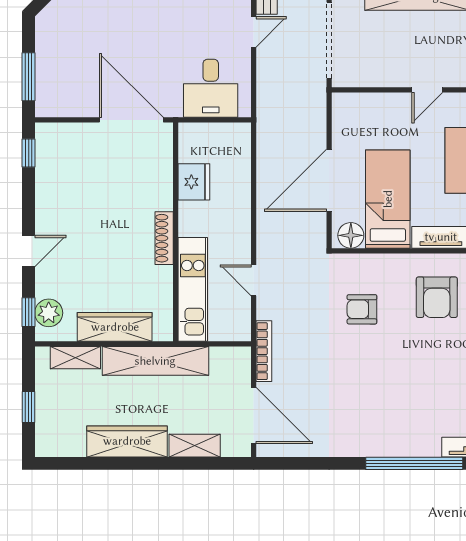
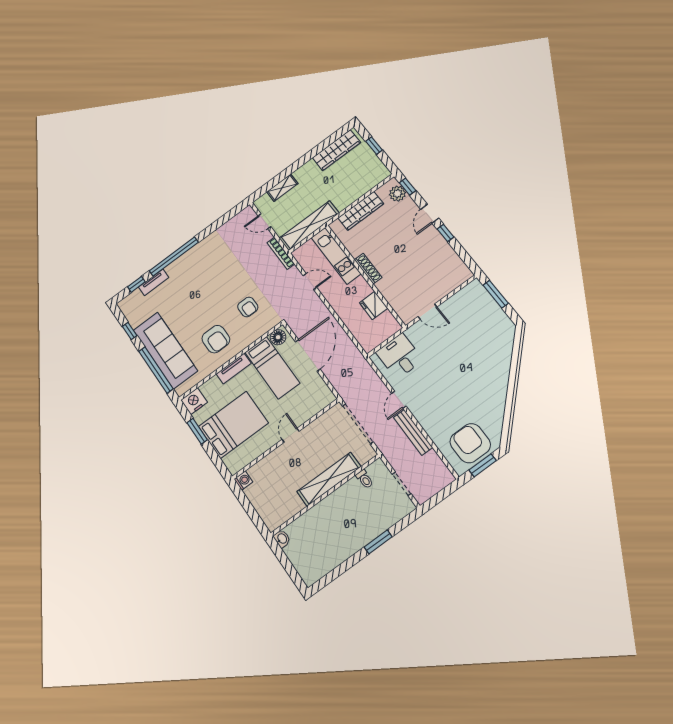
door: (131, 120) -> (427, 312), width x0.53
window: (29, 153) -> (446, 233), moved
armchair: (437, 297) -> (216, 339), turned 180
armchair: (362, 309) -> (248, 307), turned 90
shelving: (75, 358) -> (369, 184), removed
shelving: (155, 361) -> (309, 226), moved
door: (254, 416) -> (264, 221), width x0.53
wardrobe: (127, 441) -> (336, 150), moved

